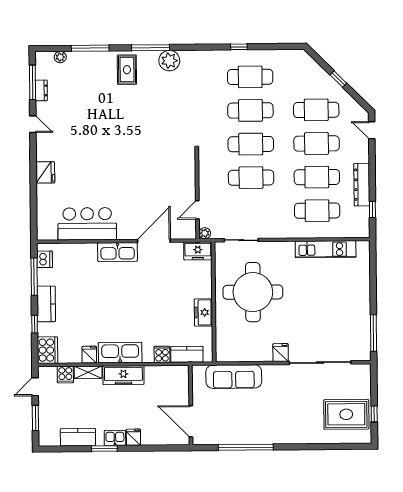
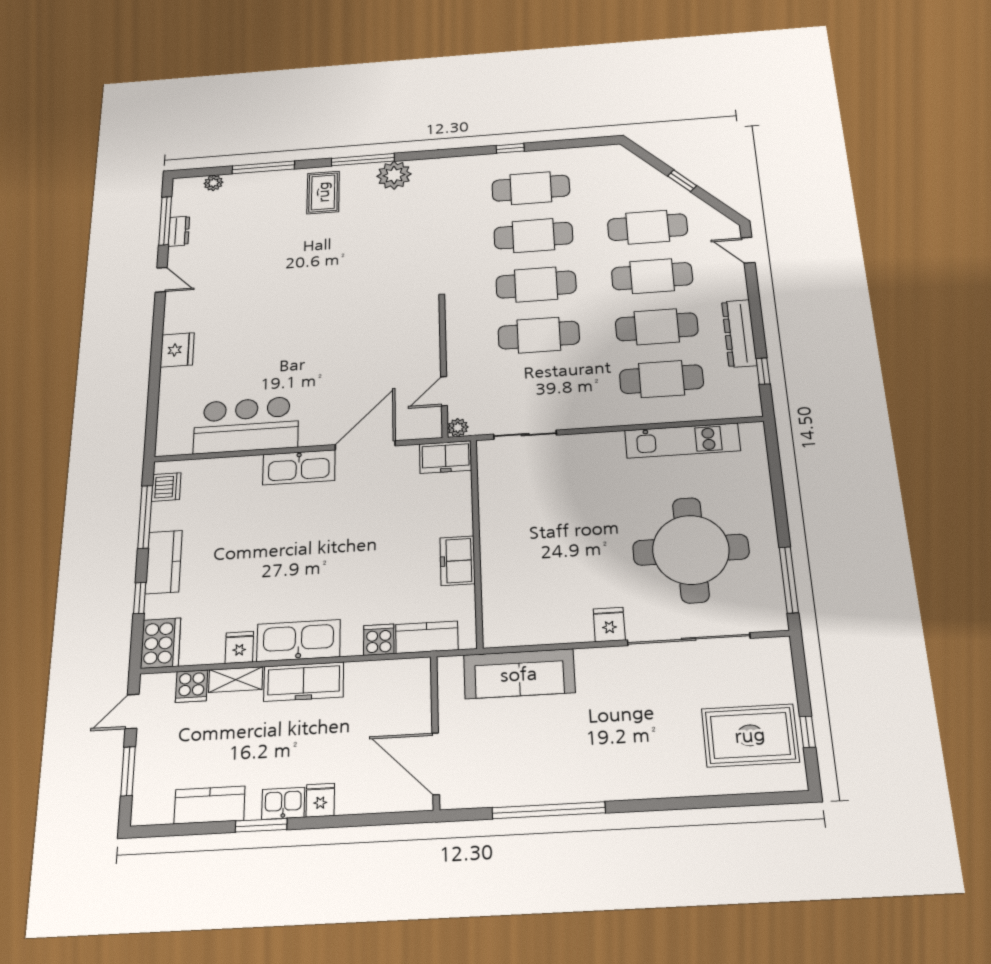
round table: (253, 292) -> (691, 550), moved

